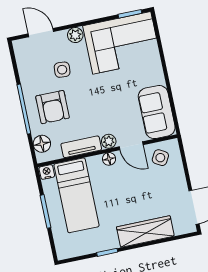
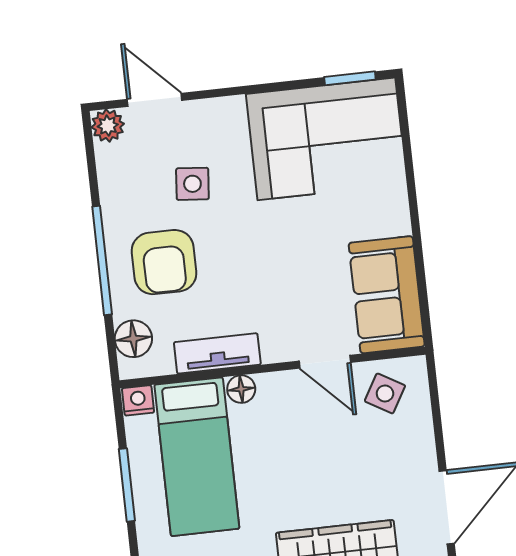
plant: (75, 35) -> (108, 126), moved
plant: (109, 141) -> (278, 347), removed
floor lamp: (109, 159) -> (241, 389), moved

